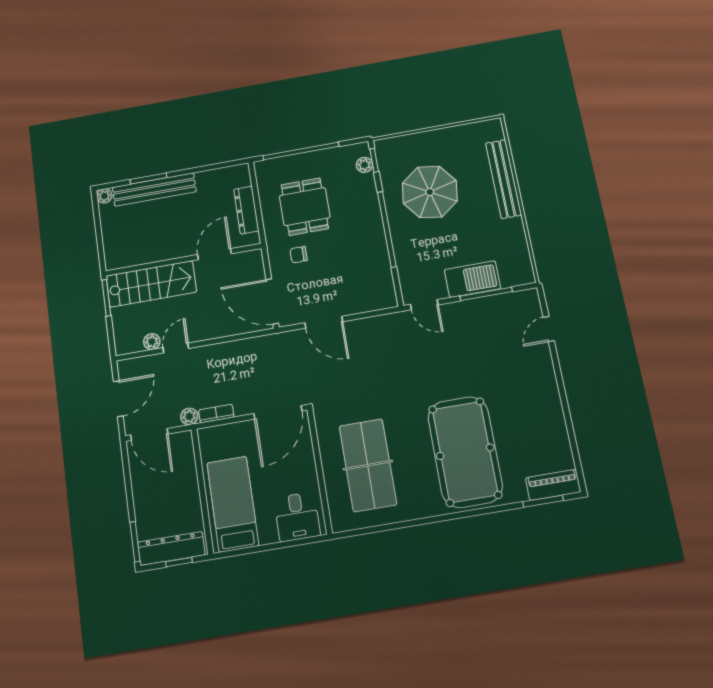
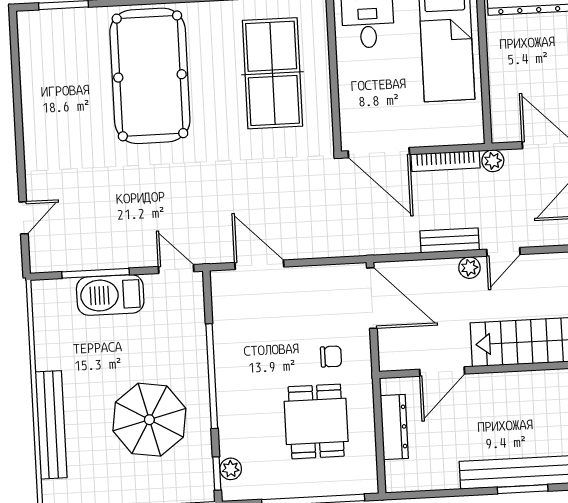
door: (324, 322) -> (259, 265), moved
plant: (152, 342) -> (469, 268), moved
bench: (217, 352) -> (450, 240), added
door: (278, 412) -> (379, 153), swing flipped
bookcase: (216, 414) -> (446, 161), width x1.56
piano: (553, 485) -> (48, 23), removed

